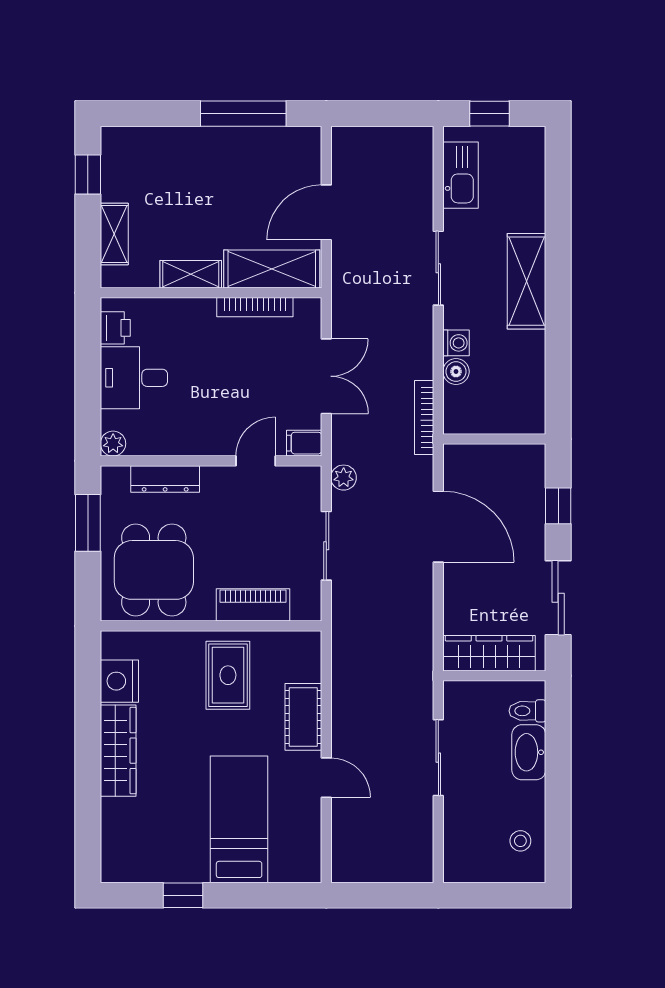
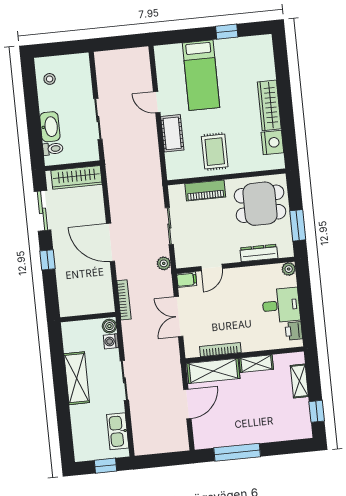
wall: (494, 439) -> (88, 317), moved
dining table: (154, 570) -> (260, 204), turned 90

